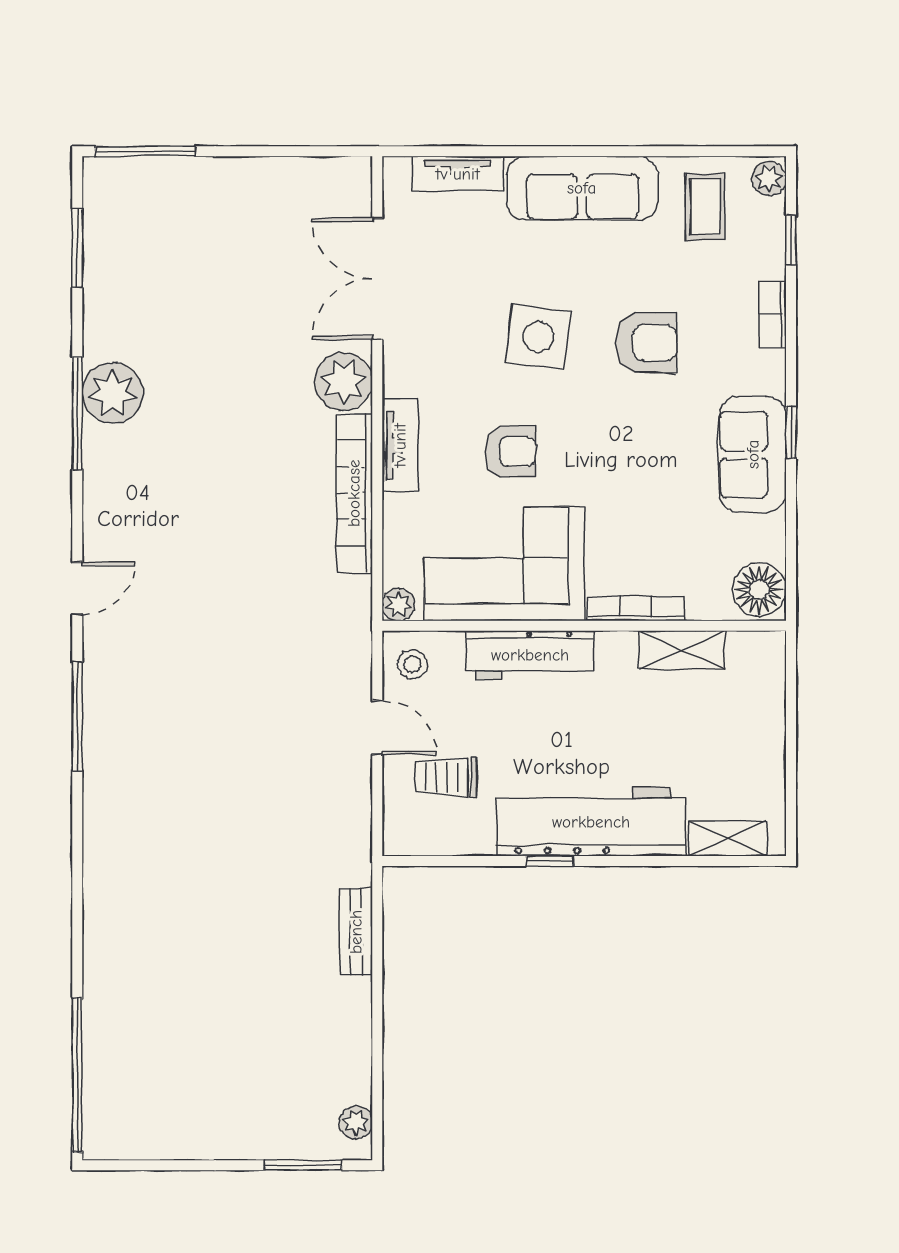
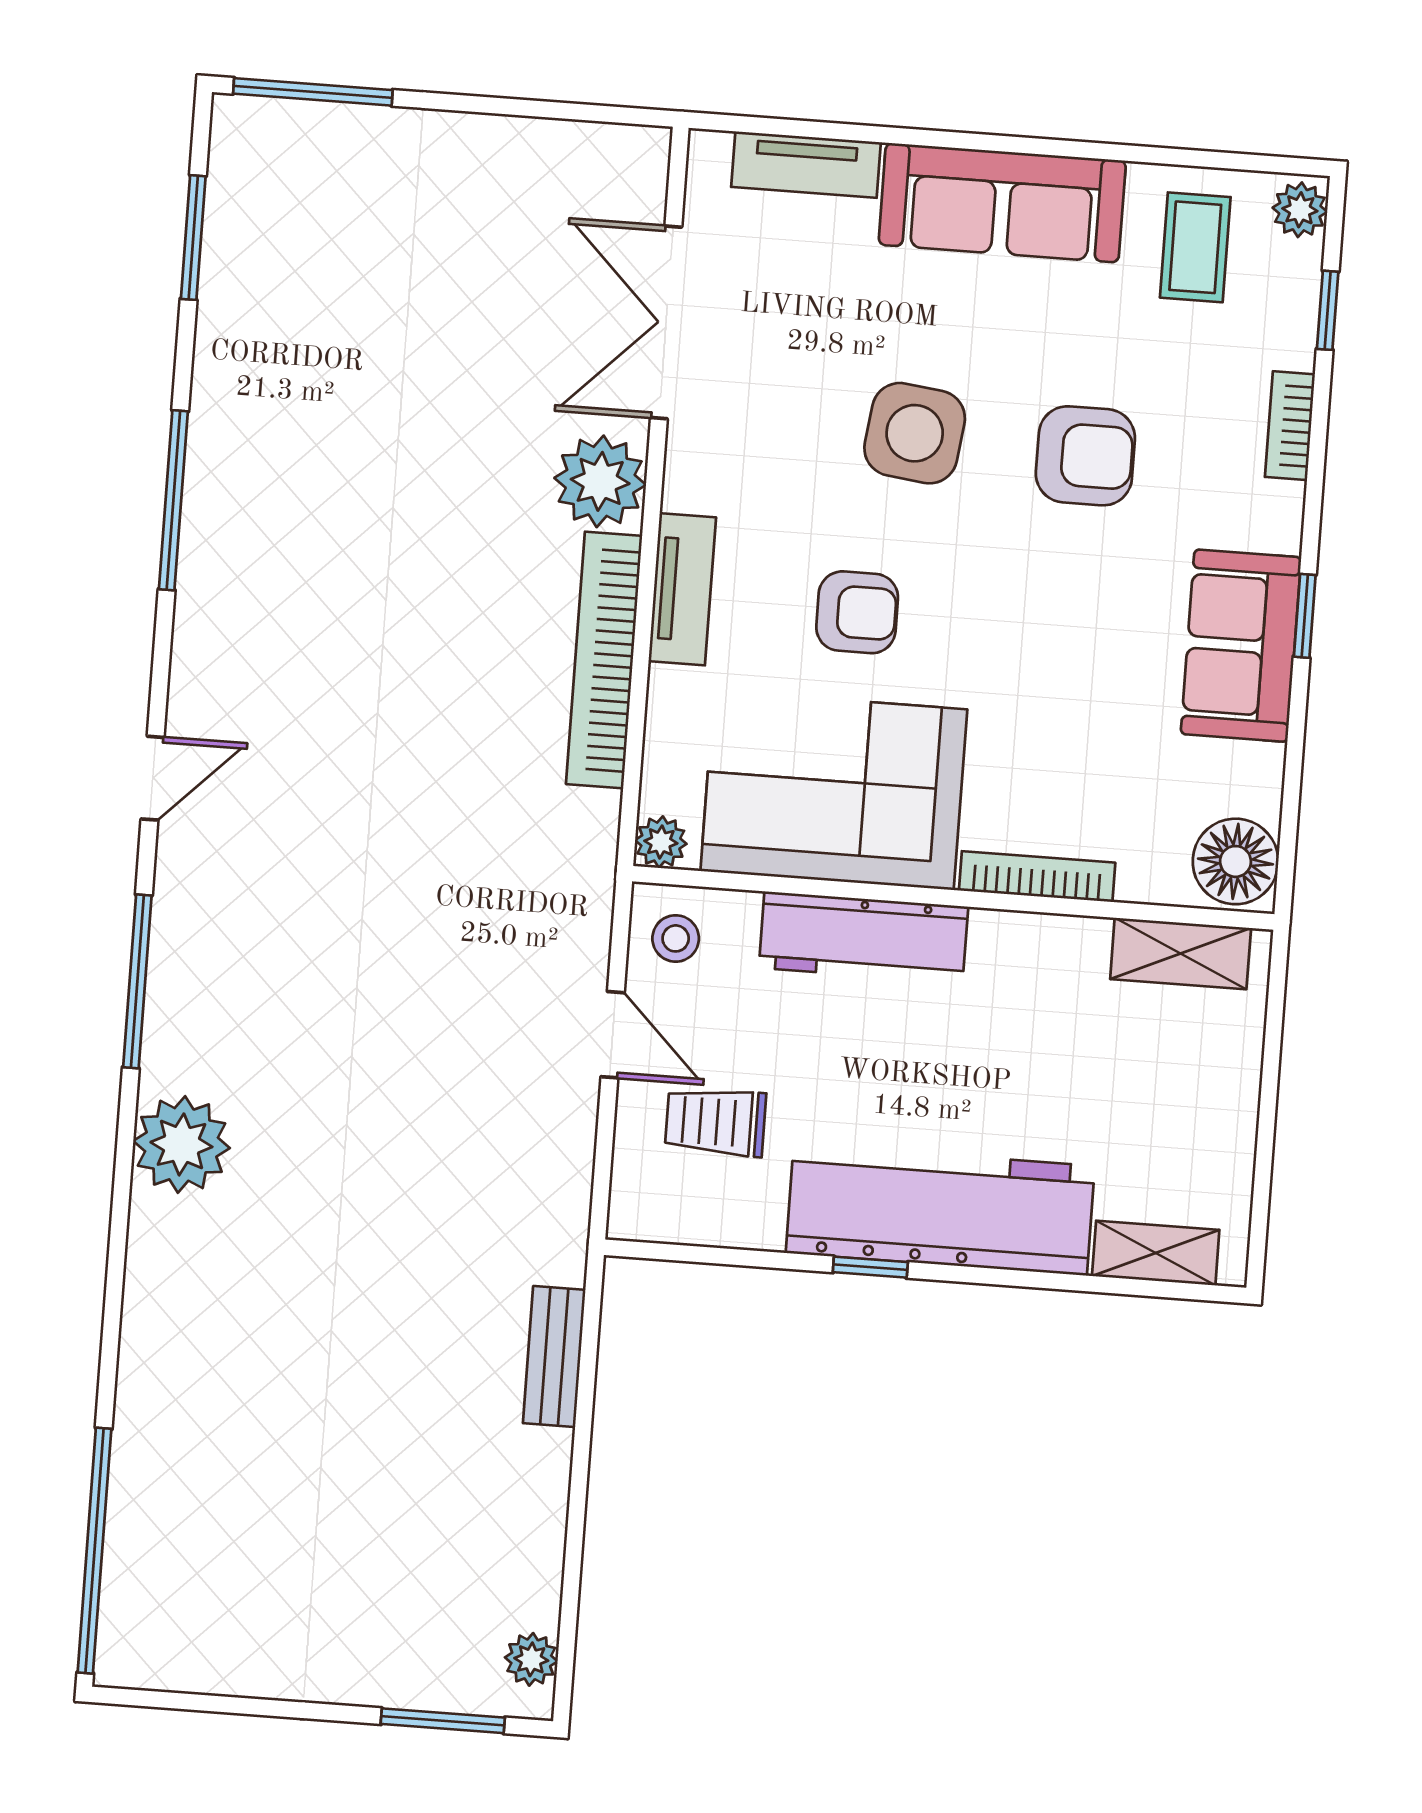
plant: (113, 393) -> (181, 1144), moved
shelving: (682, 650) -> (1181, 953), moved

